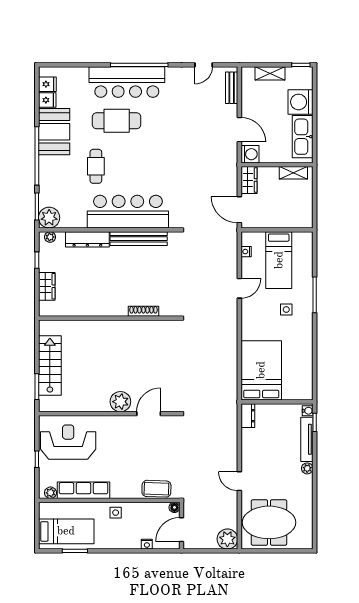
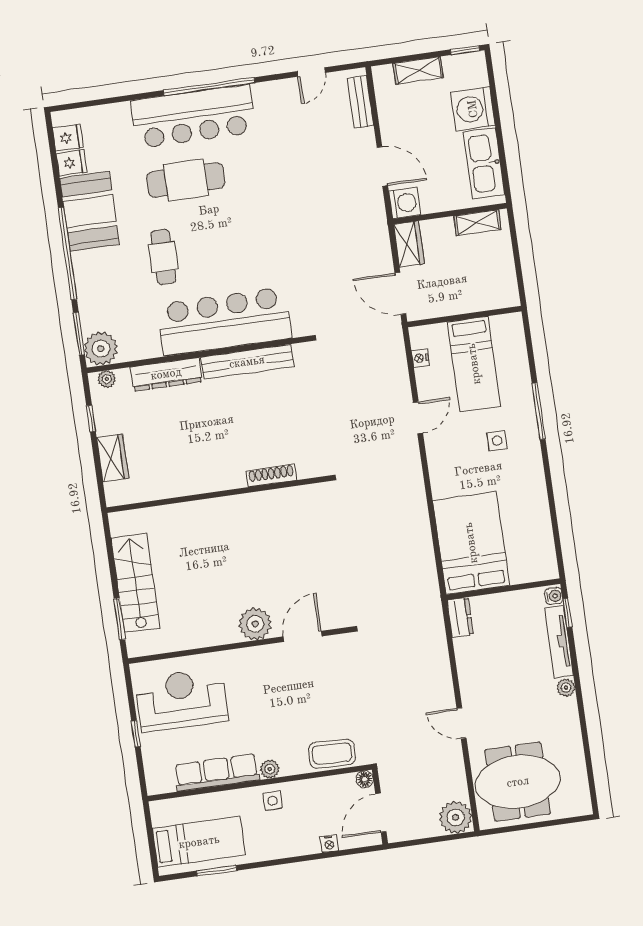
plant: (50, 493) -> (270, 769), moved

